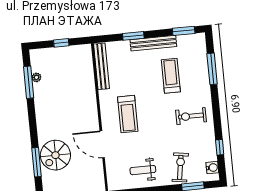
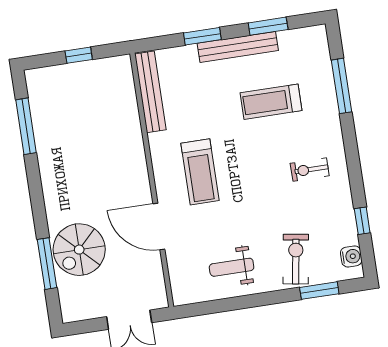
window: (184, 31) -> (268, 26), moved
treadmill: (171, 76) -> (271, 102), turned -90
plant: (36, 77) -> (39, 117), removed
exercise bike: (191, 116) -> (310, 170), width x0.73, depth x0.72

